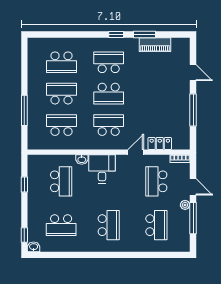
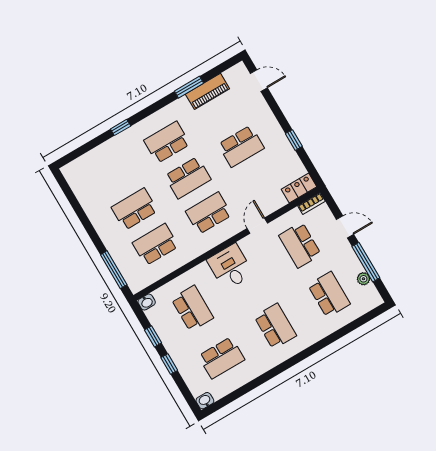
window: (116, 35) -> (121, 127), moved
school desk: (61, 62) -> (241, 146), moved
door: (193, 73) -> (259, 81), moved
window: (24, 110) -> (114, 270), moved
window: (193, 110) -> (294, 140), width x0.46
locker: (160, 144) -> (299, 188), moved
washbasin: (82, 159) -> (147, 302), moved
plant: (185, 205) -> (363, 279), moved
window: (24, 235) -> (169, 364), moved

